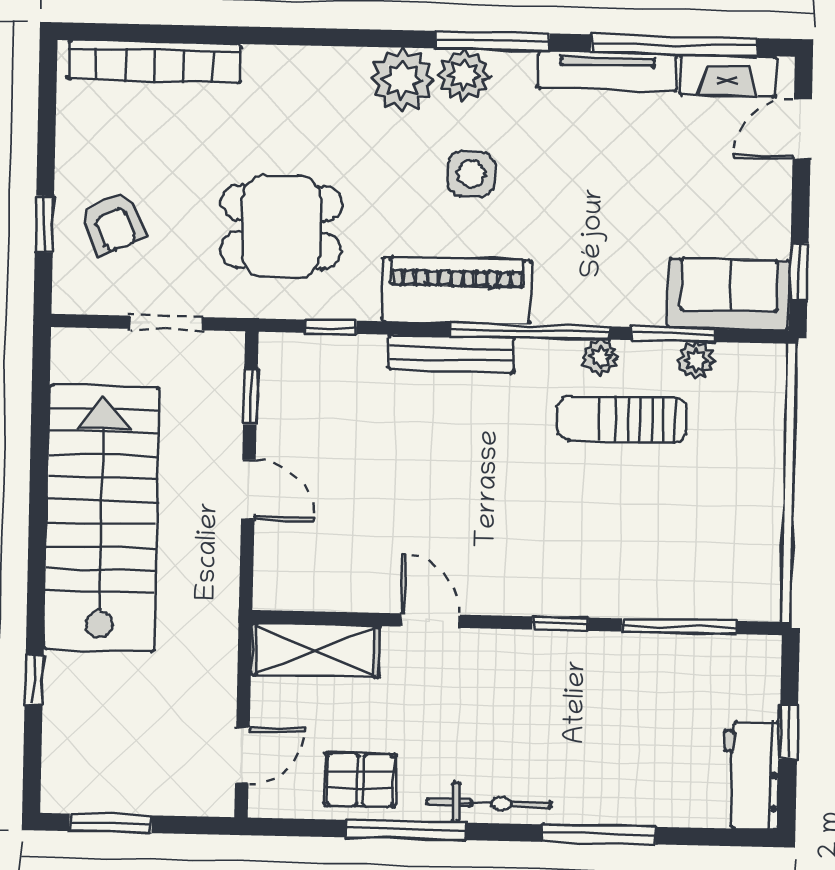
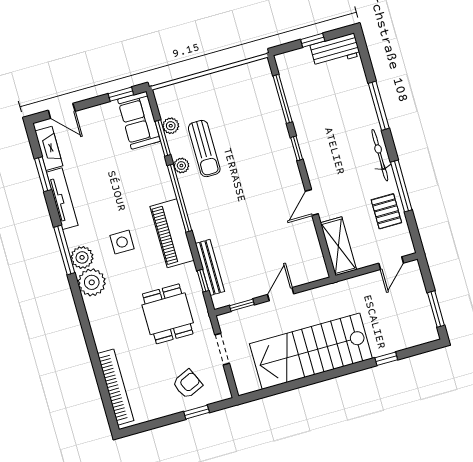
window: (674, 45) -> (43, 174), width x0.47
bench: (451, 354) -> (210, 267), moved
door: (242, 755) -> (391, 263), swing flipped

